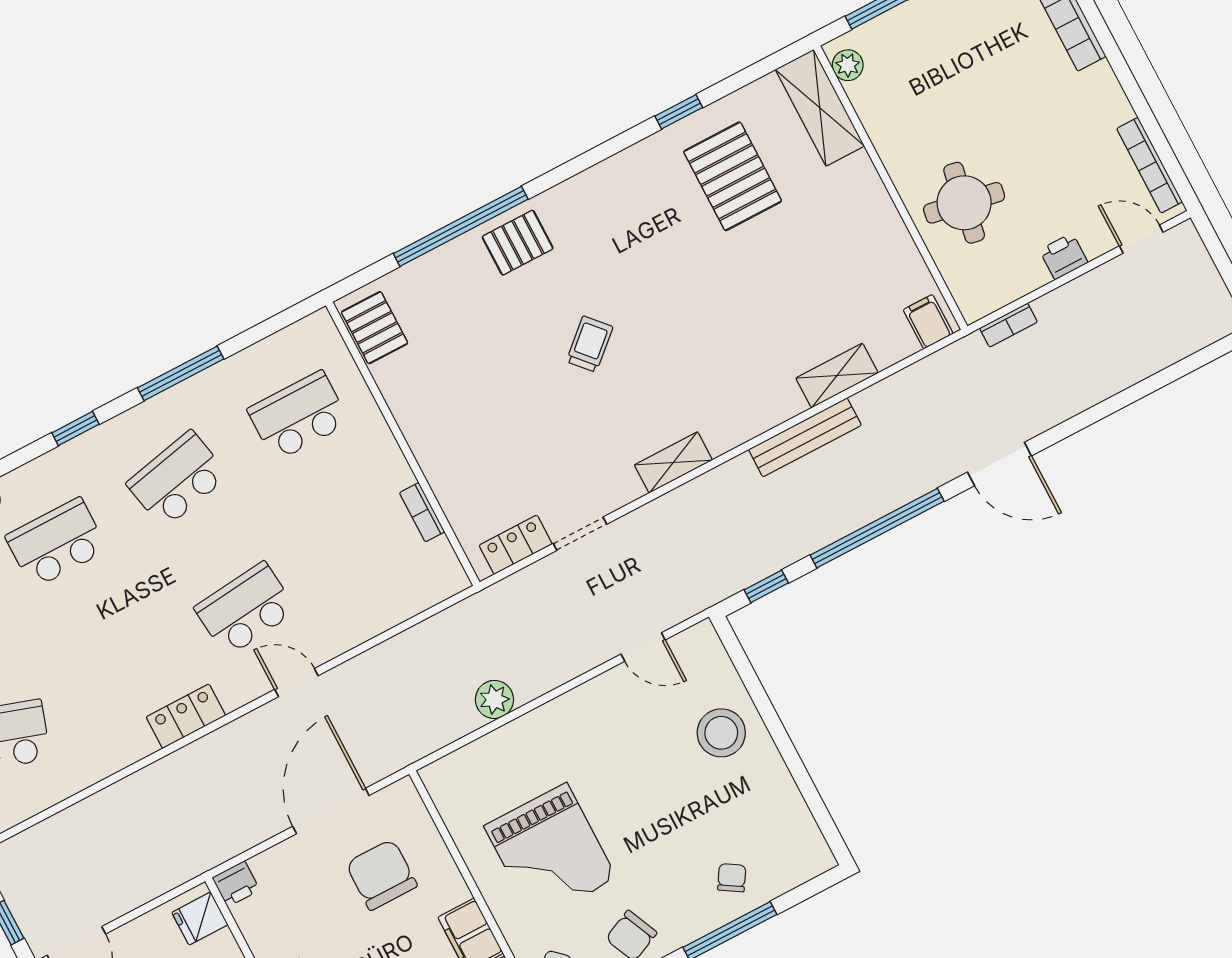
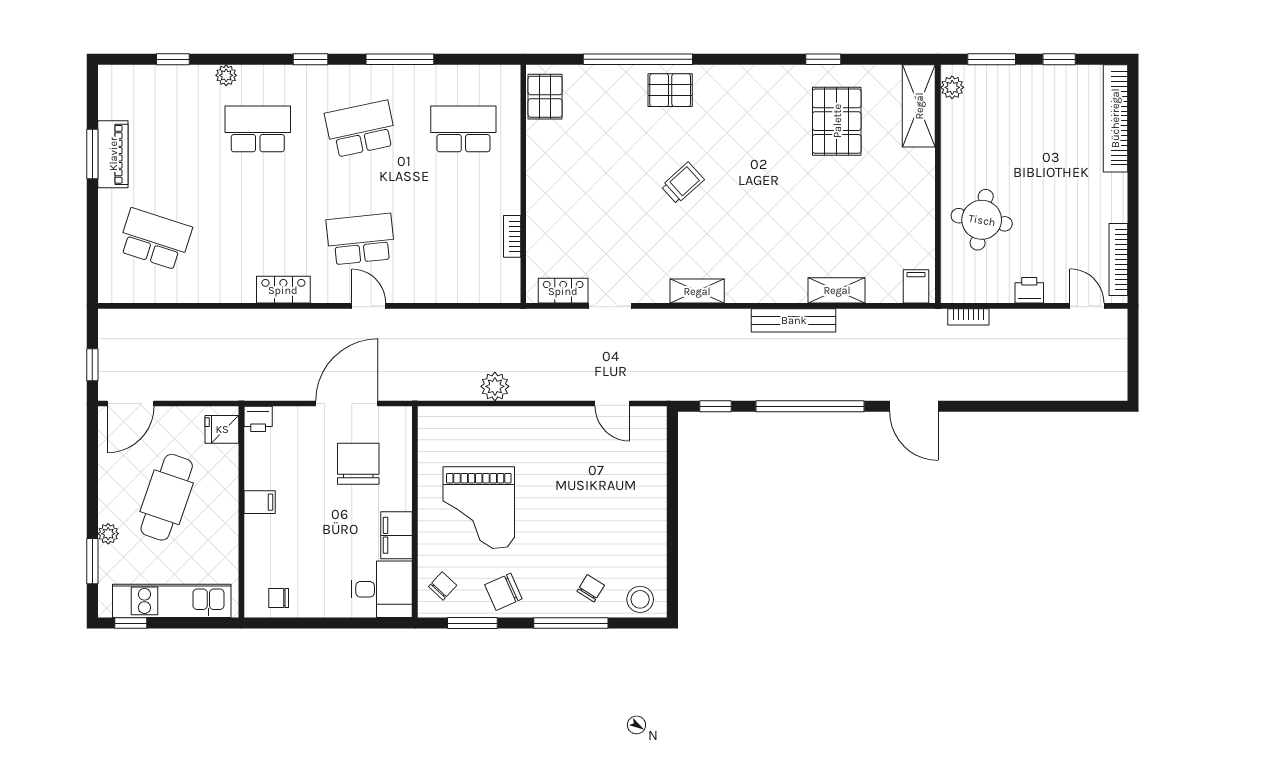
stool: (721, 733) -> (640, 599), moved, width x0.73, depth x0.73

